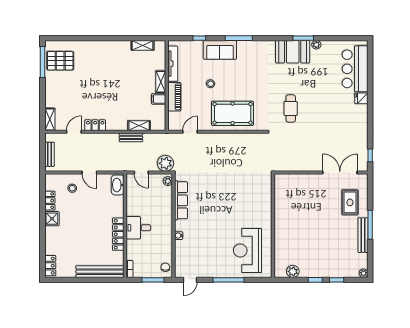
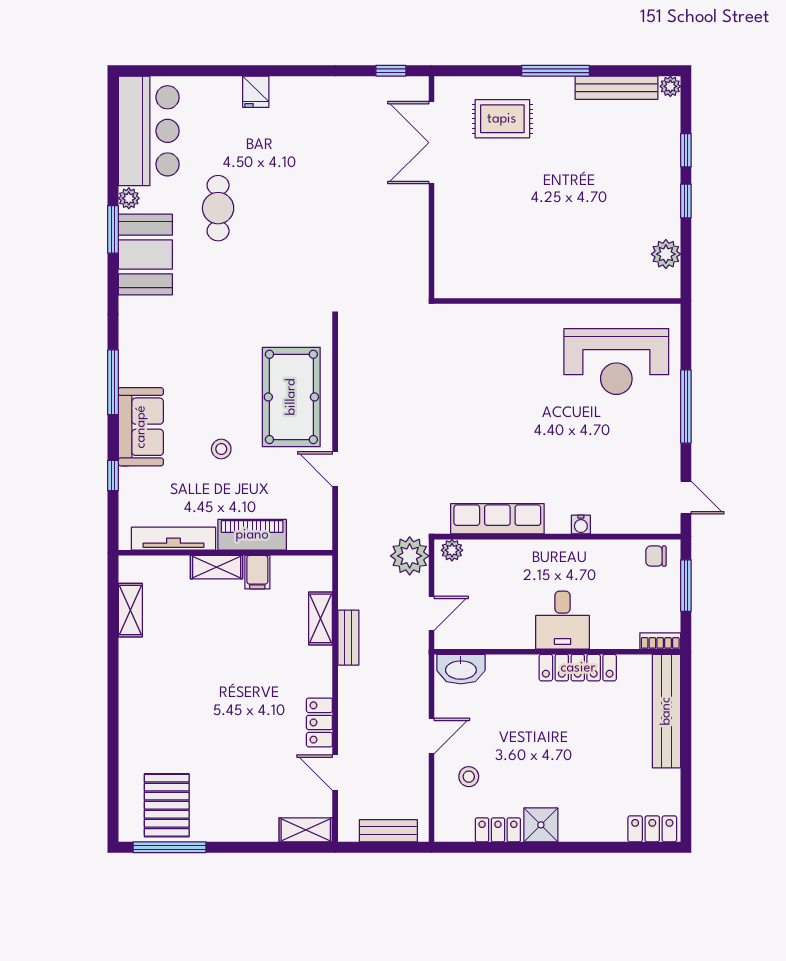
bar counter: (355, 69) -> (149, 131), moved, turned -90
cafe table: (291, 108) -> (218, 208), moved, turned 90
door: (190, 132) -> (335, 469), moved
bench: (363, 235) -> (616, 88), moved

